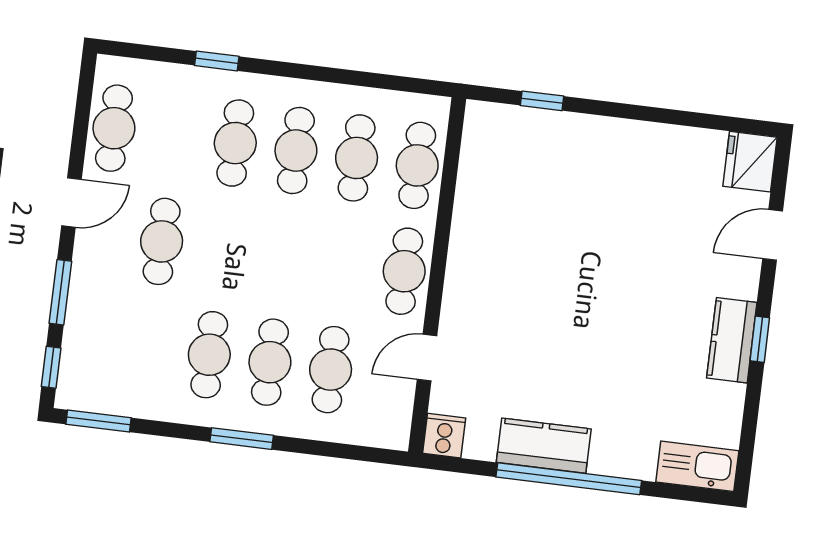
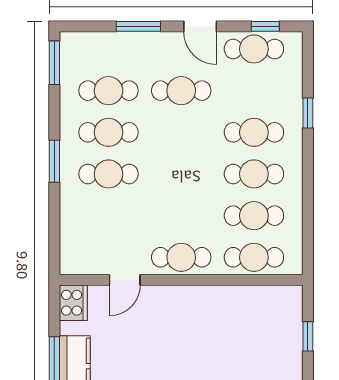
door: (427, 358) -> (125, 280), swing flipped
window: (51, 367) -> (265, 26), moved
cafe table: (331, 370) -> (109, 91), moved
cooker: (444, 436) -> (73, 303), width x1.36

